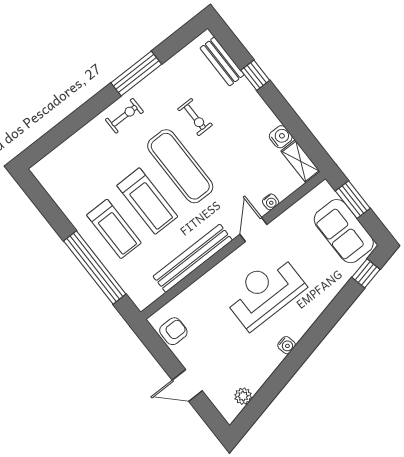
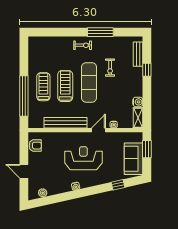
treadmill: (147, 201) -> (65, 86), turned 180
treadmill: (114, 229) -> (43, 87), turned 180
window: (366, 273) -> (118, 185), moved

